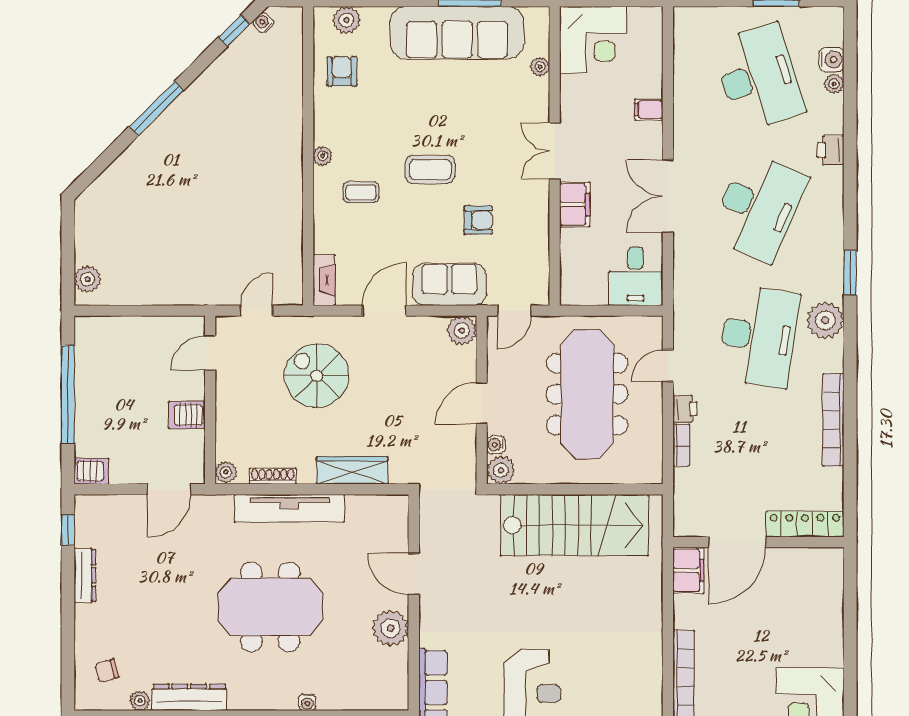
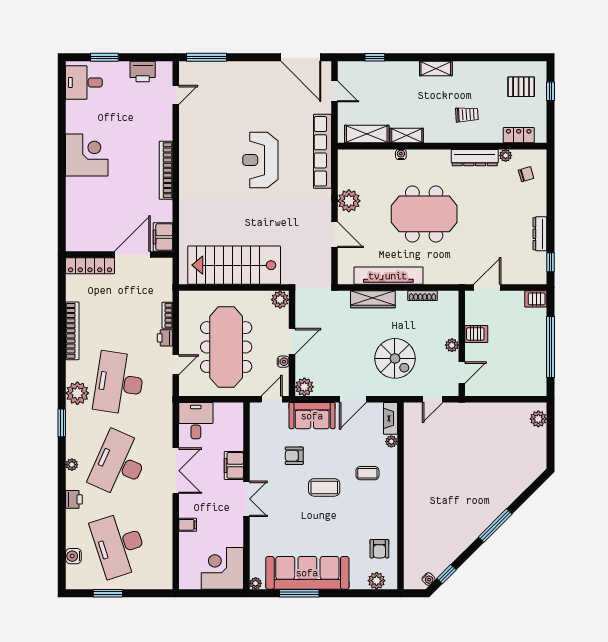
plant: (540, 67) -> (256, 583), moved
plant: (834, 84) -> (72, 465), moved
plant: (323, 156) -> (391, 441), moved
water cooler: (496, 445) -> (283, 362), moved
plant: (226, 472) -> (452, 345), moved
tv unit: (289, 508) -> (388, 276), moved

